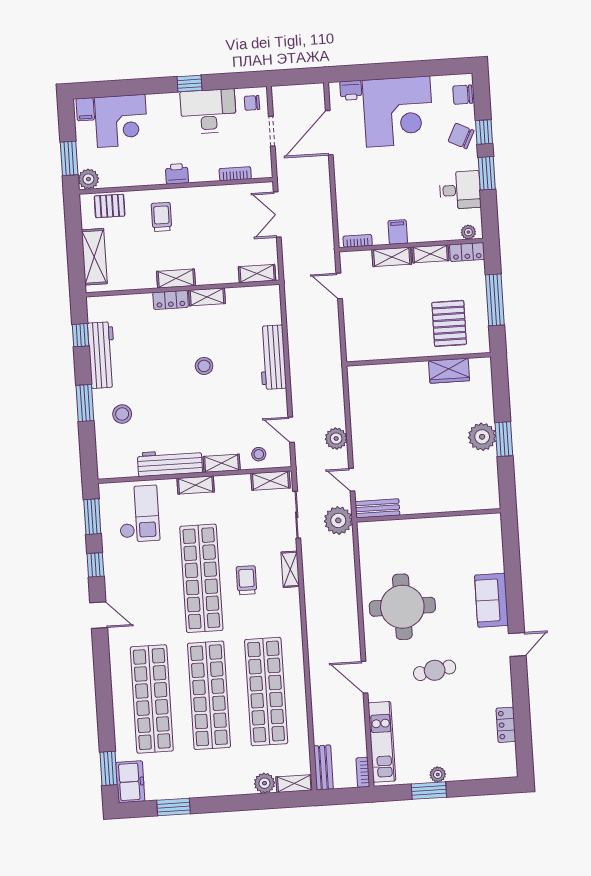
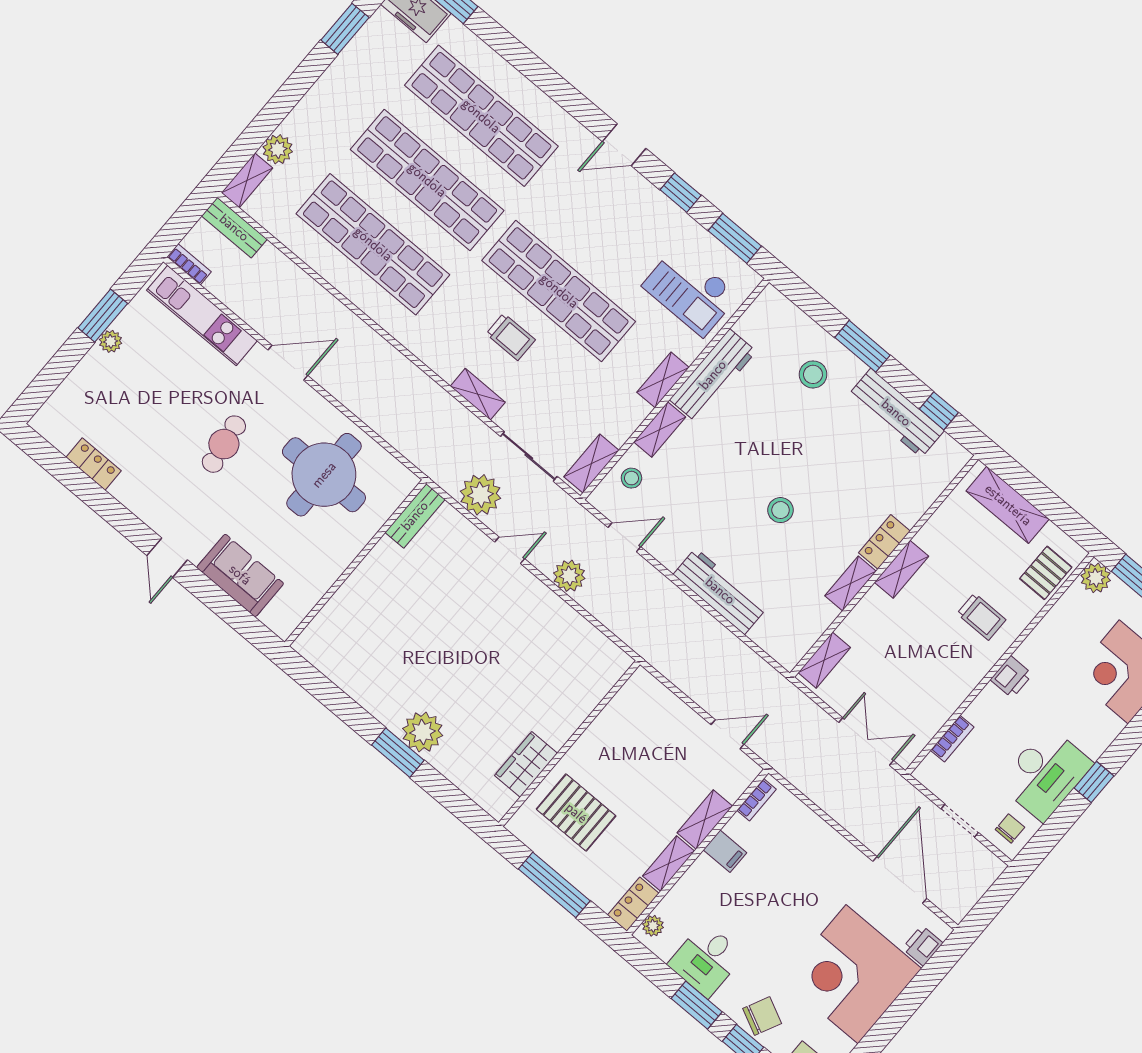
bench: (377, 508) -> (415, 516), moved
wall: (429, 515) -> (355, 563), moved

